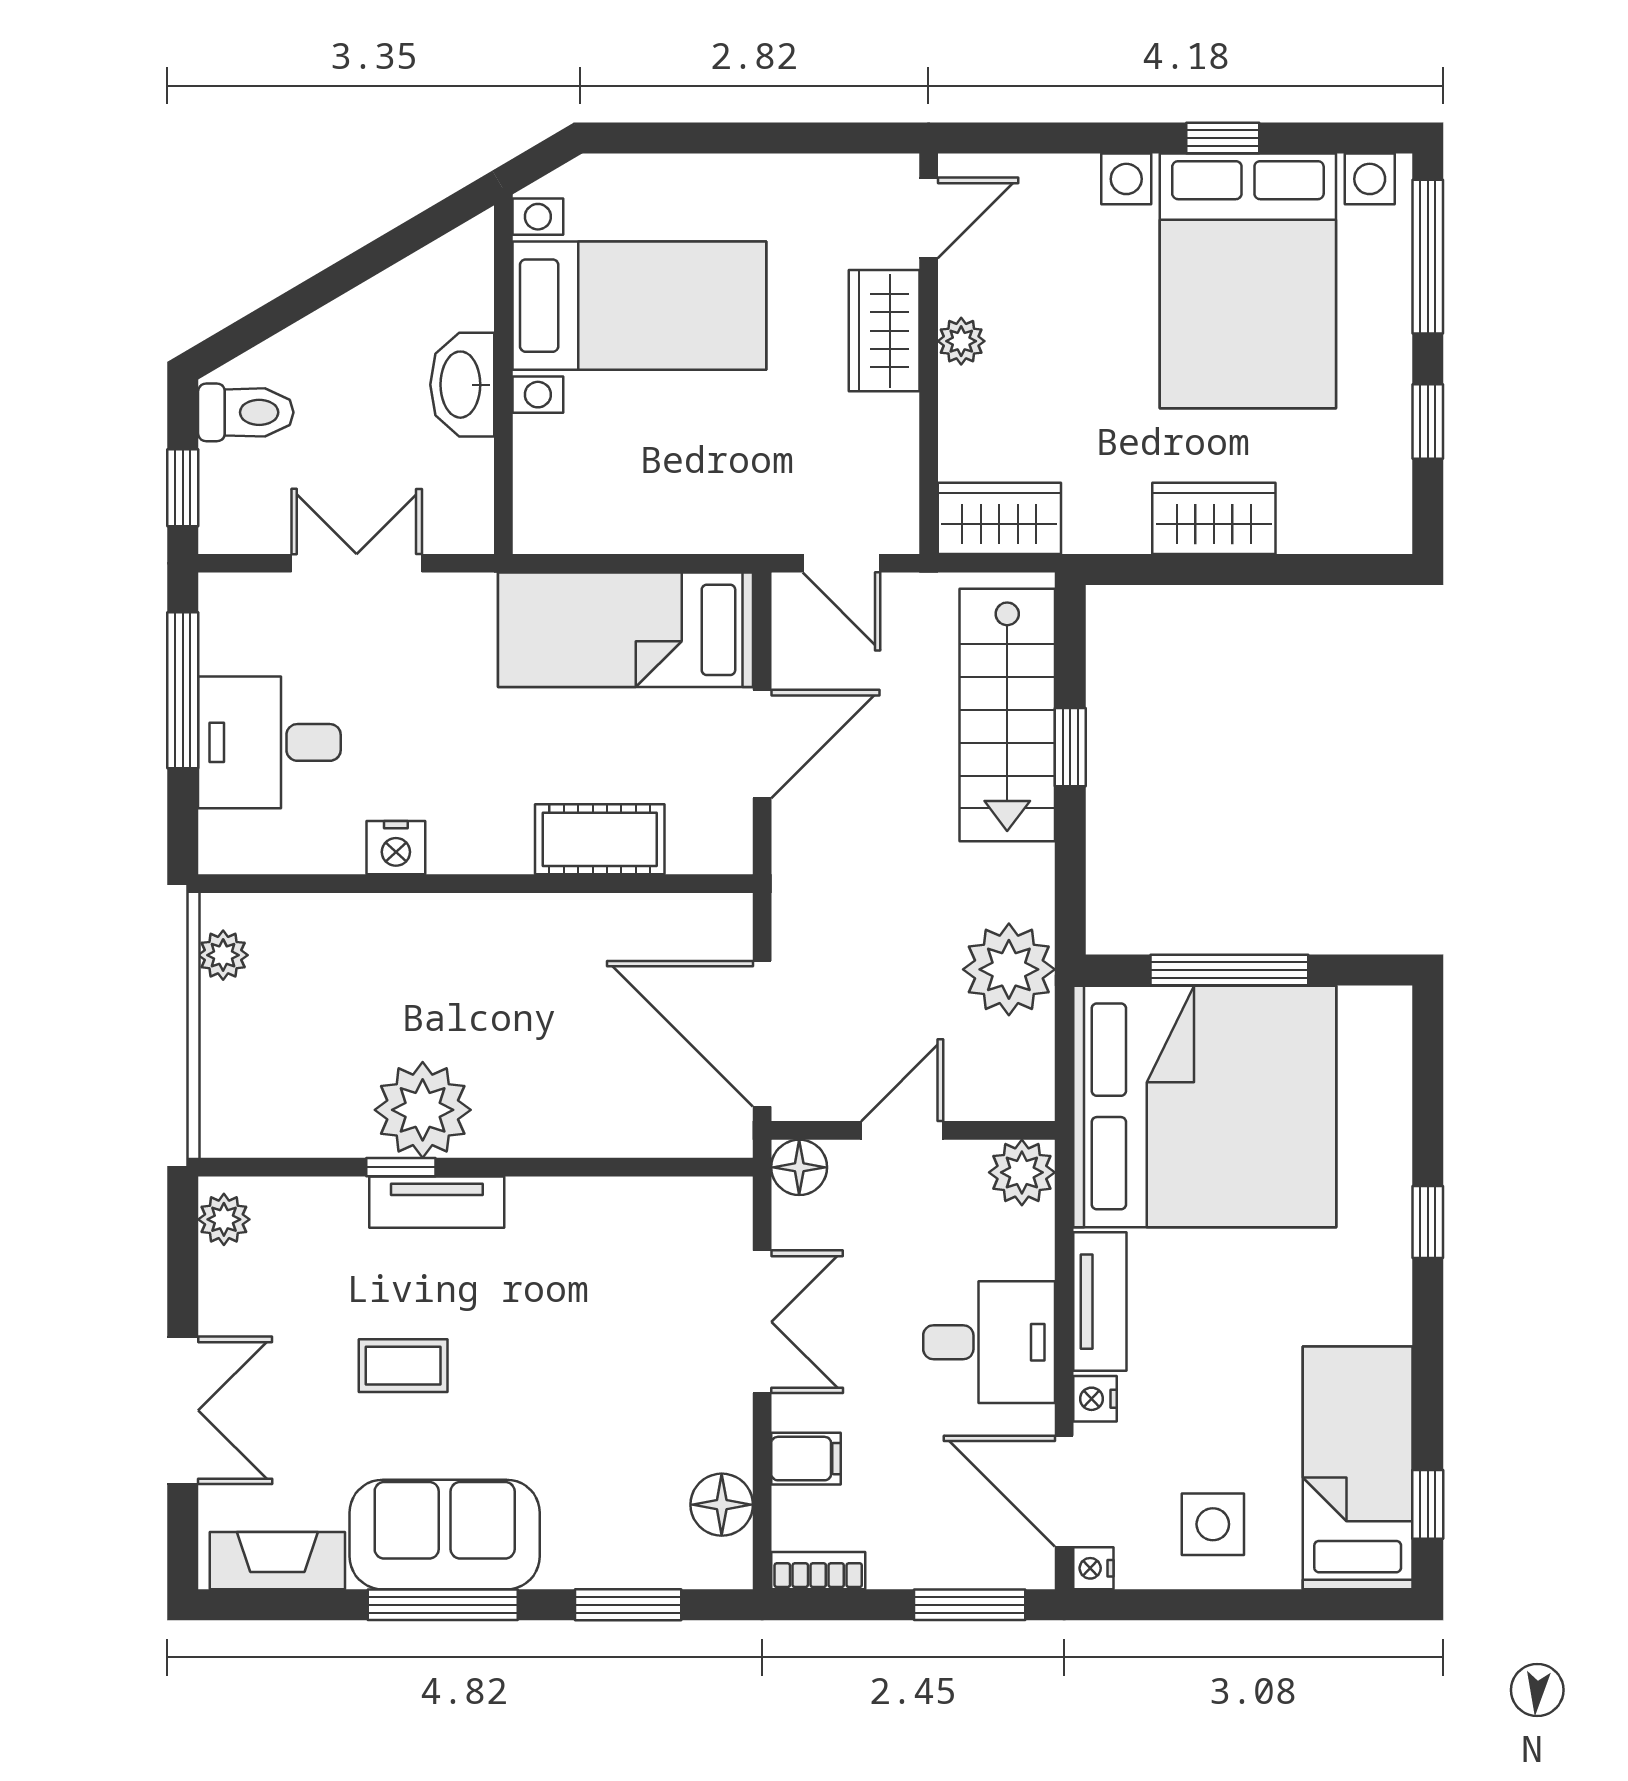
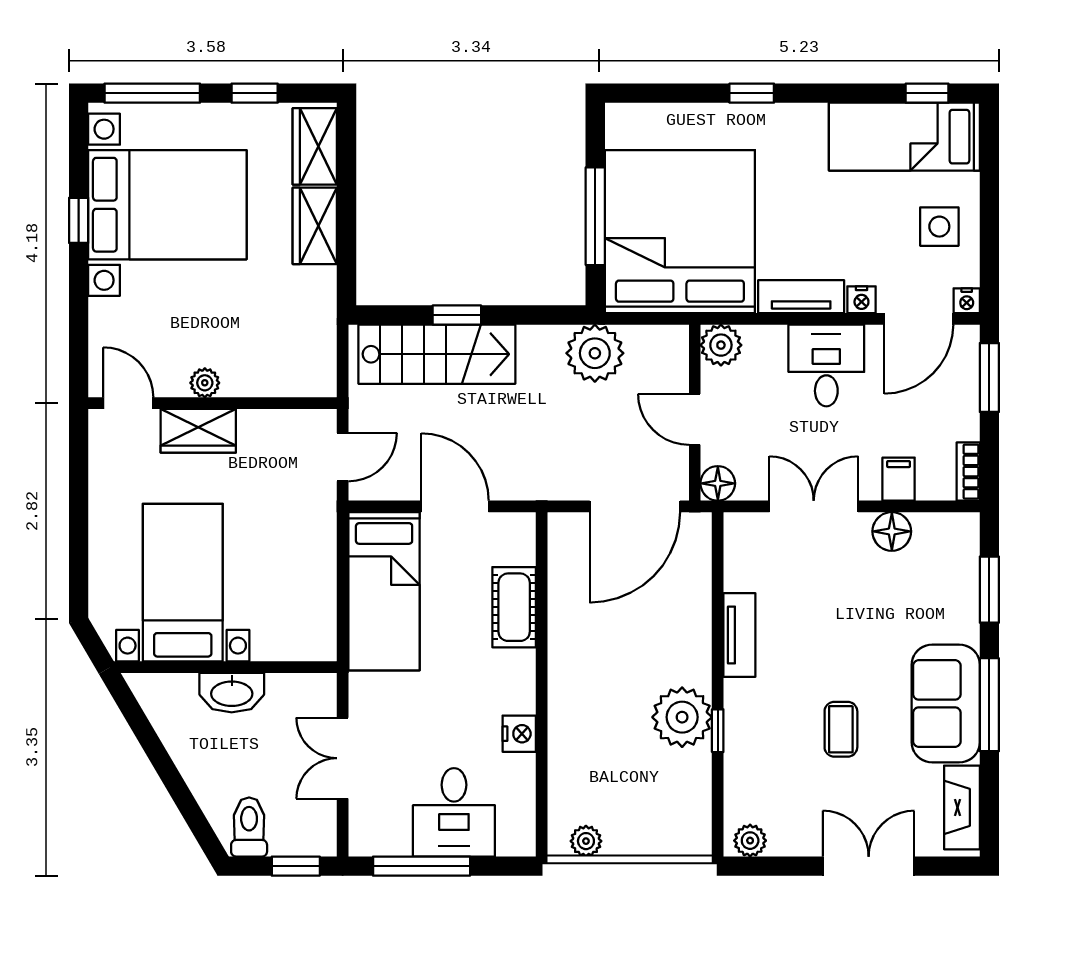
wardrobe: (999, 518) -> (315, 146), moved
tv unit: (437, 1202) -> (739, 635), moved
floor lamp: (722, 1505) -> (892, 531), moved

